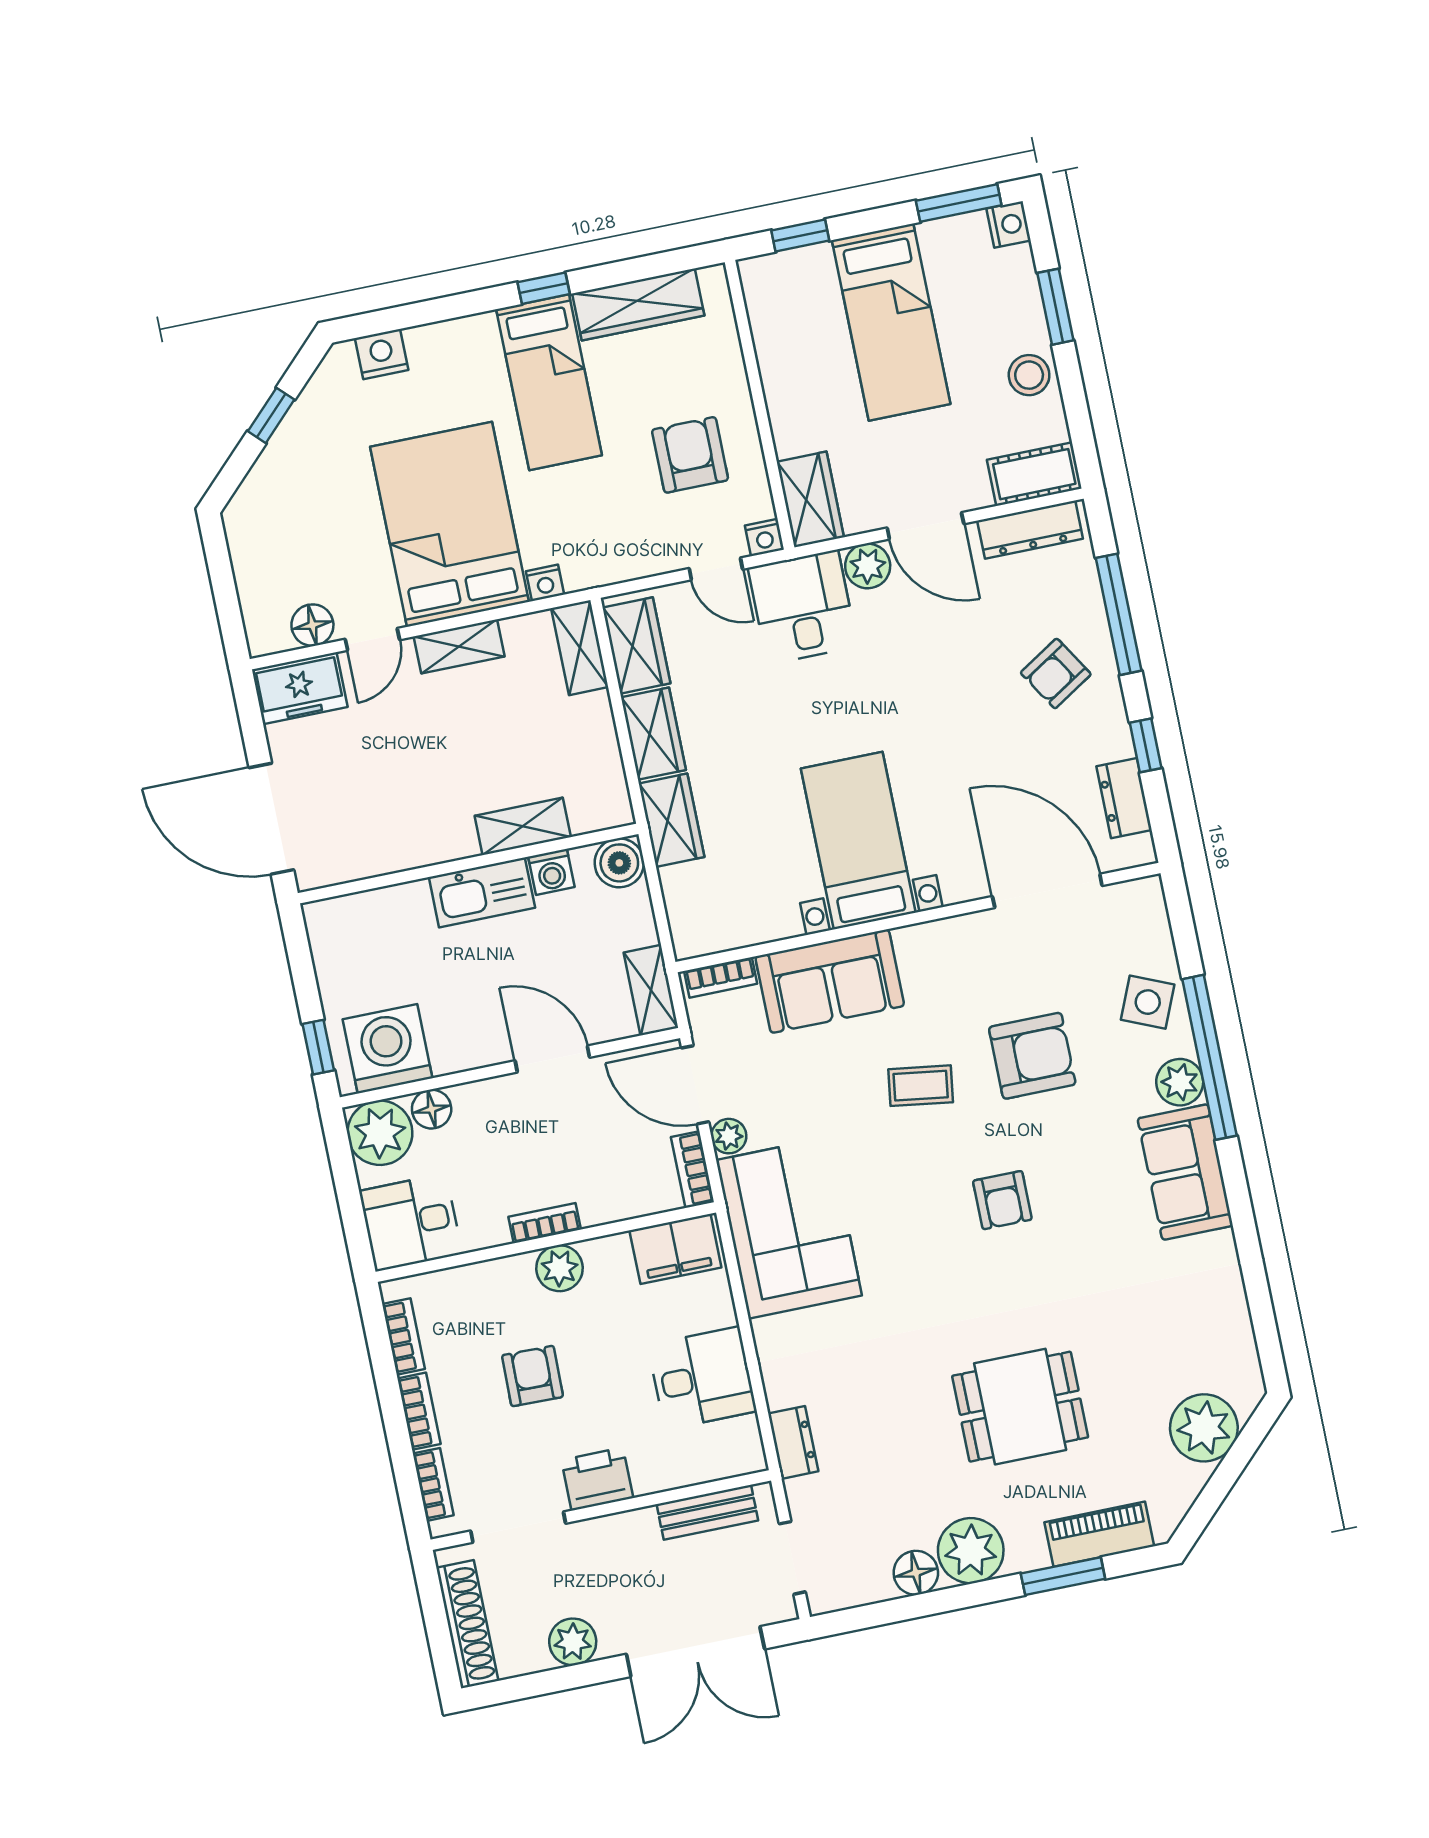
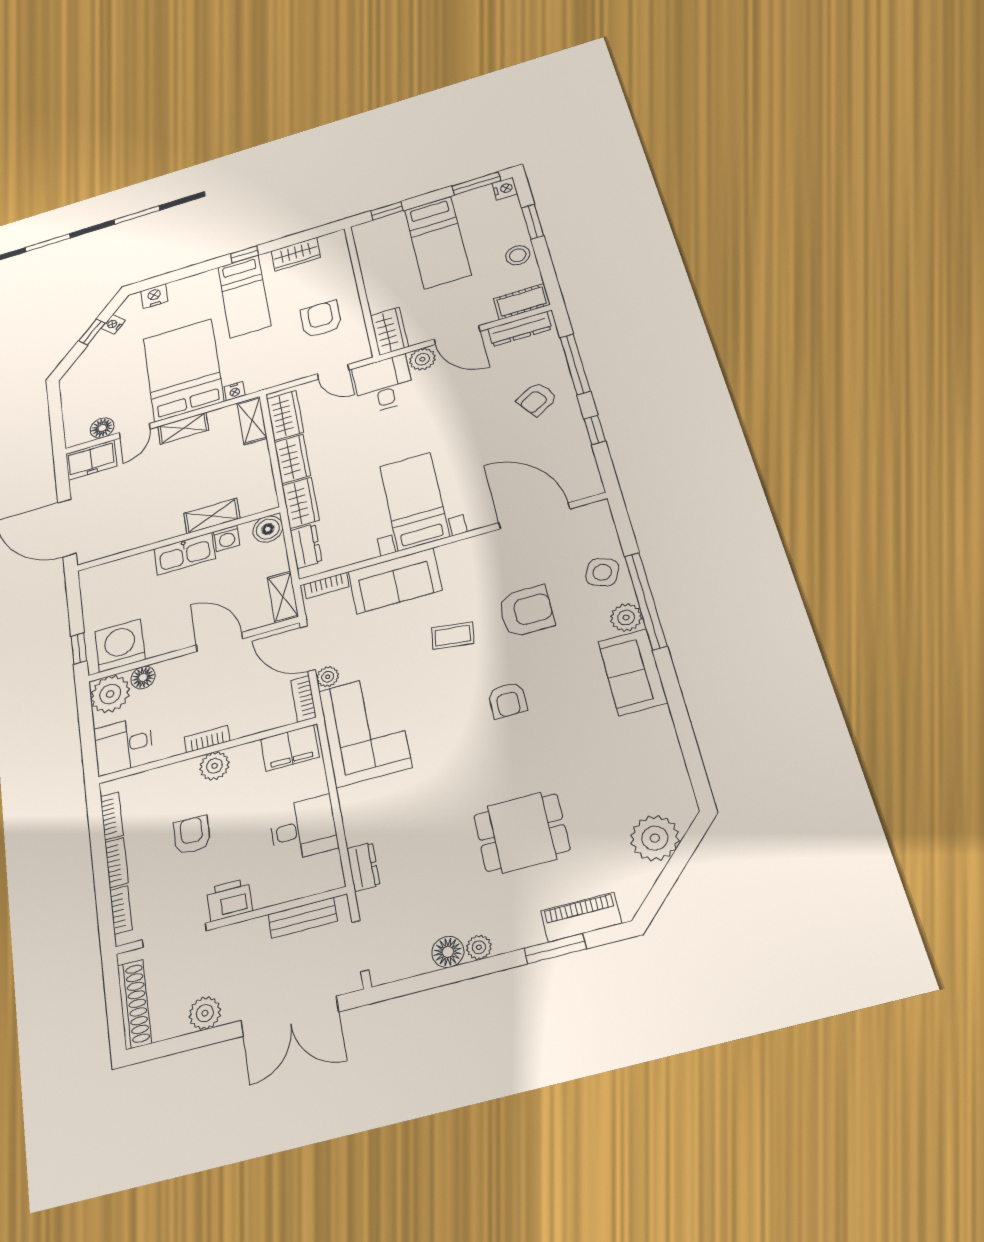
wardrobe: (638, 305) -> (296, 254), width x0.67
nightstand: (764, 538) -> (113, 324), moved, turned 135
dresser: (1124, 798) -> (306, 546), moved, turned 180
plant: (971, 1551) -> (479, 947), width x0.53, depth x0.53

